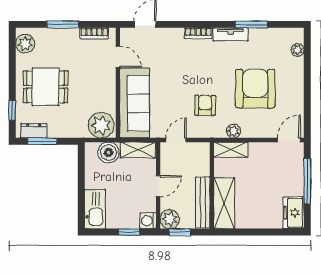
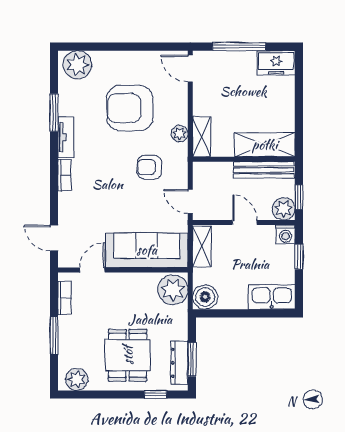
plant: (298, 50) -> (77, 65), width x1.88, depth x1.88
dresser: (34, 131) -> (179, 363), width x1.44
boiler: (109, 152) -> (205, 297), moved

